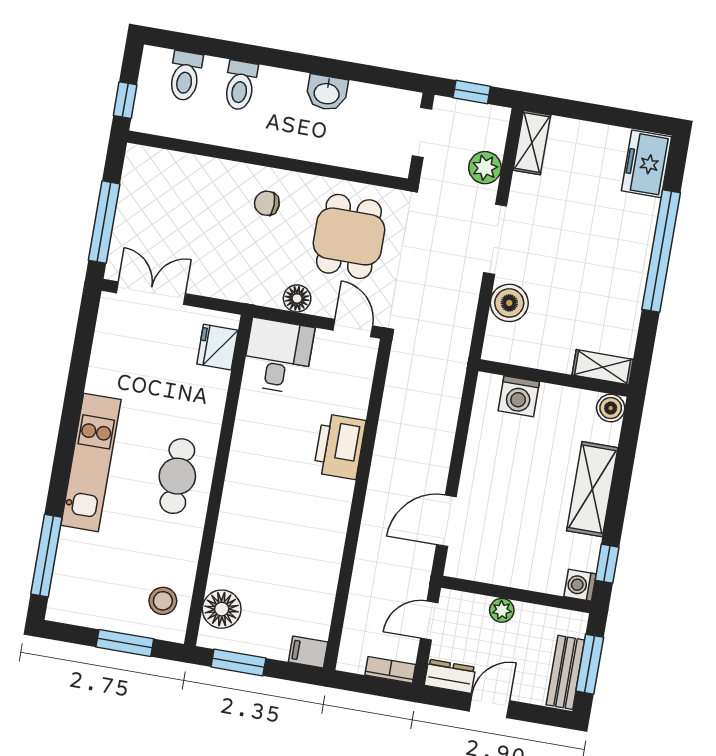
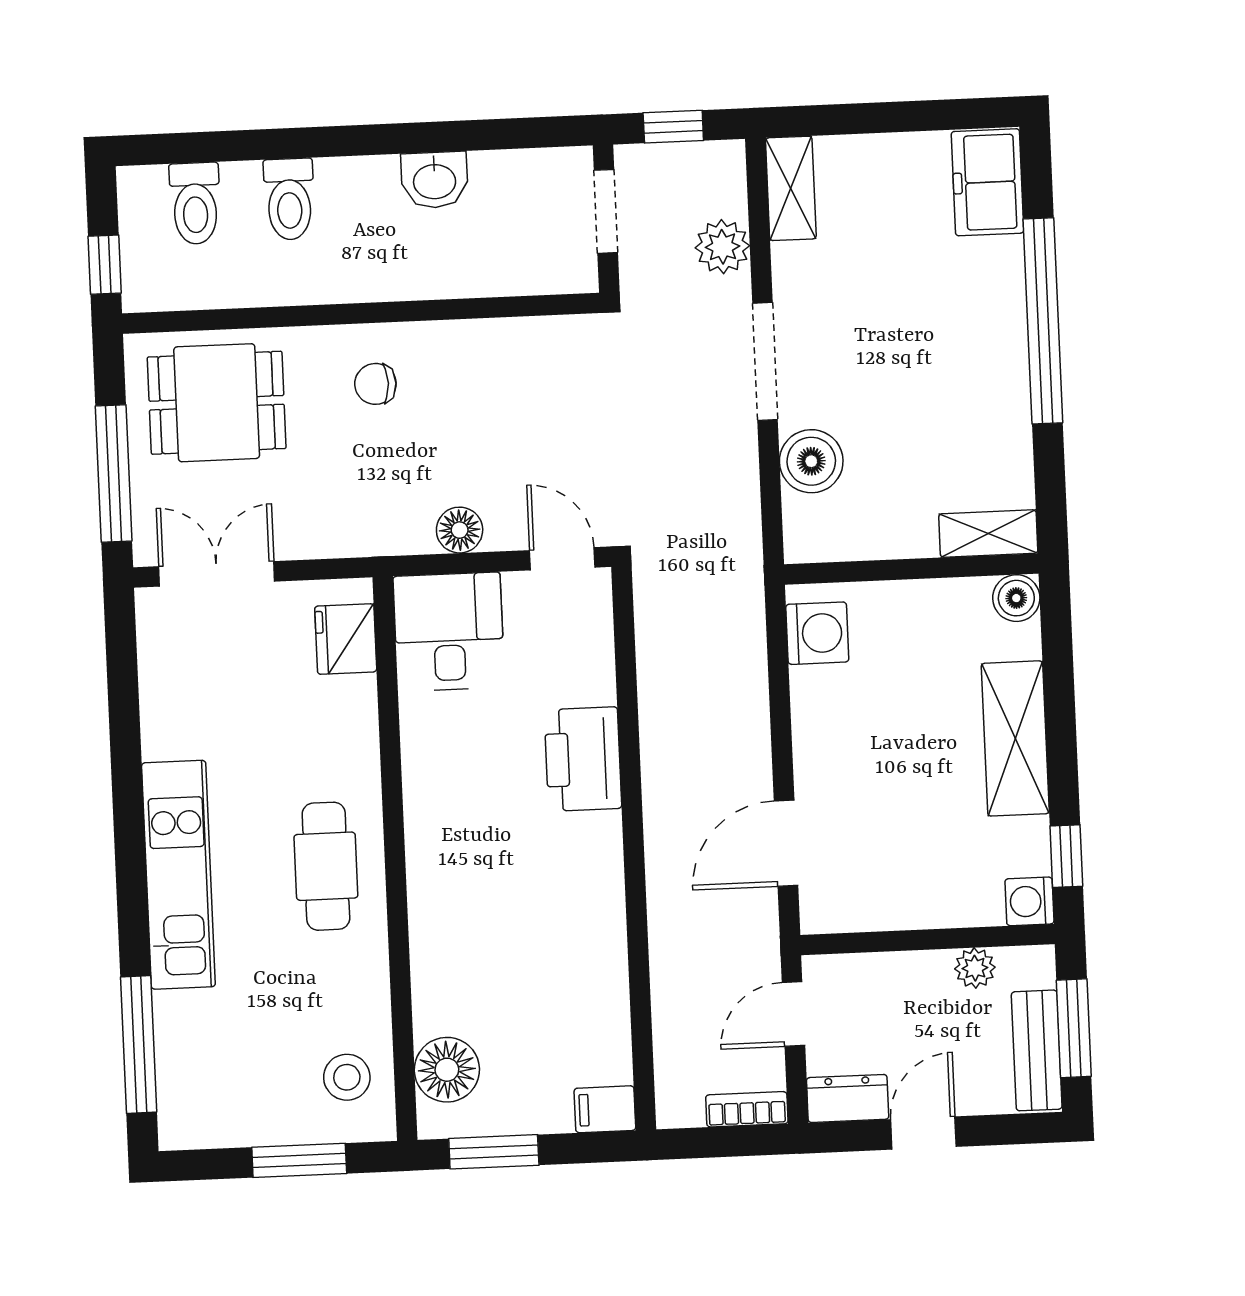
dining table: (349, 236) -> (217, 403), moved, turned 90
washing machine: (519, 396) -> (817, 633), moved, turned -90
plant: (502, 610) -> (975, 968), moved

